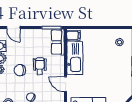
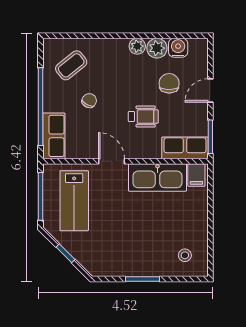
door: (13, 27) -> (210, 91), moved
chair: (20, 70) -> (169, 83), moved
door: (66, 84) -> (112, 161), hinge flipped

